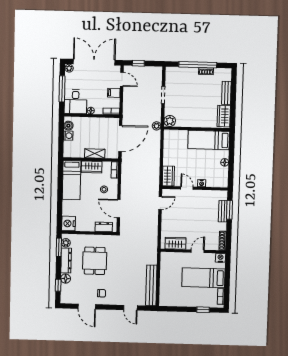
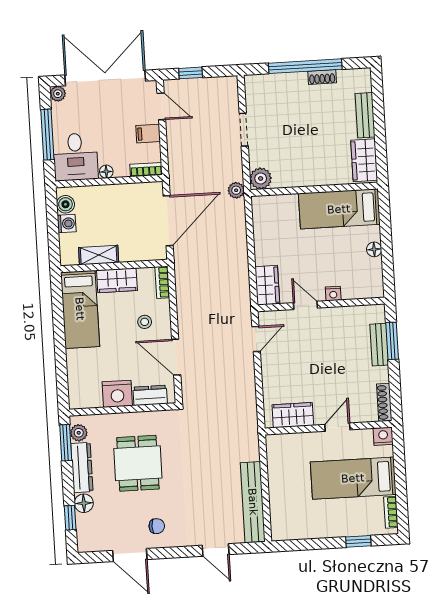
shelving: (95, 153) -> (99, 255), moved
nightstand: (69, 223) -> (117, 394), moved, turned -90

